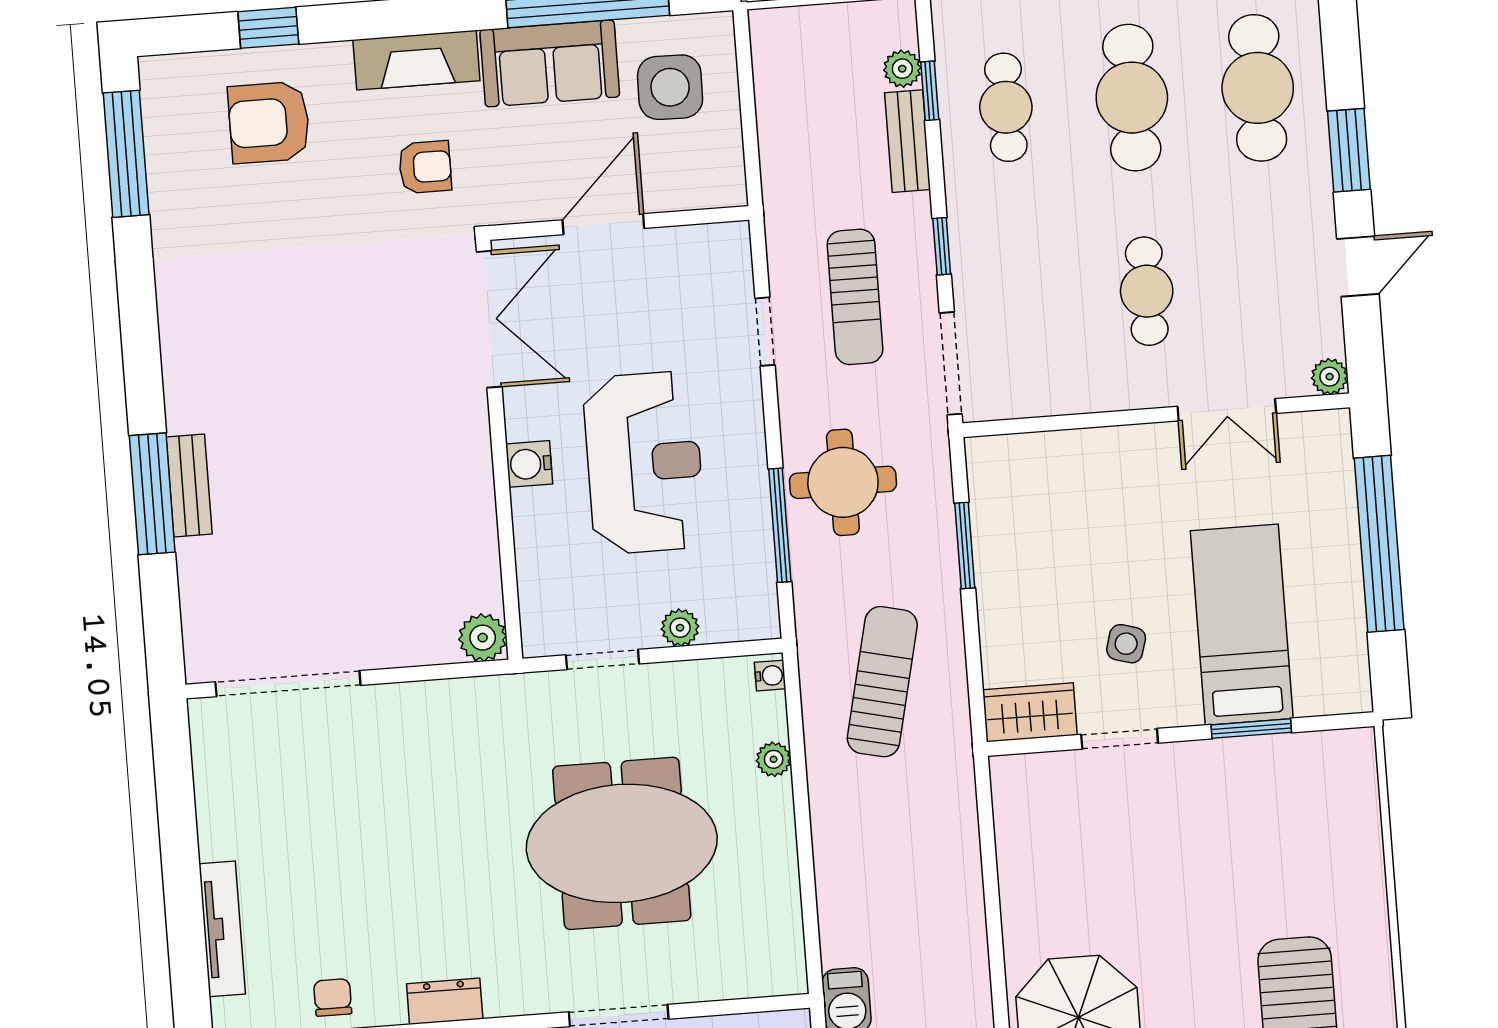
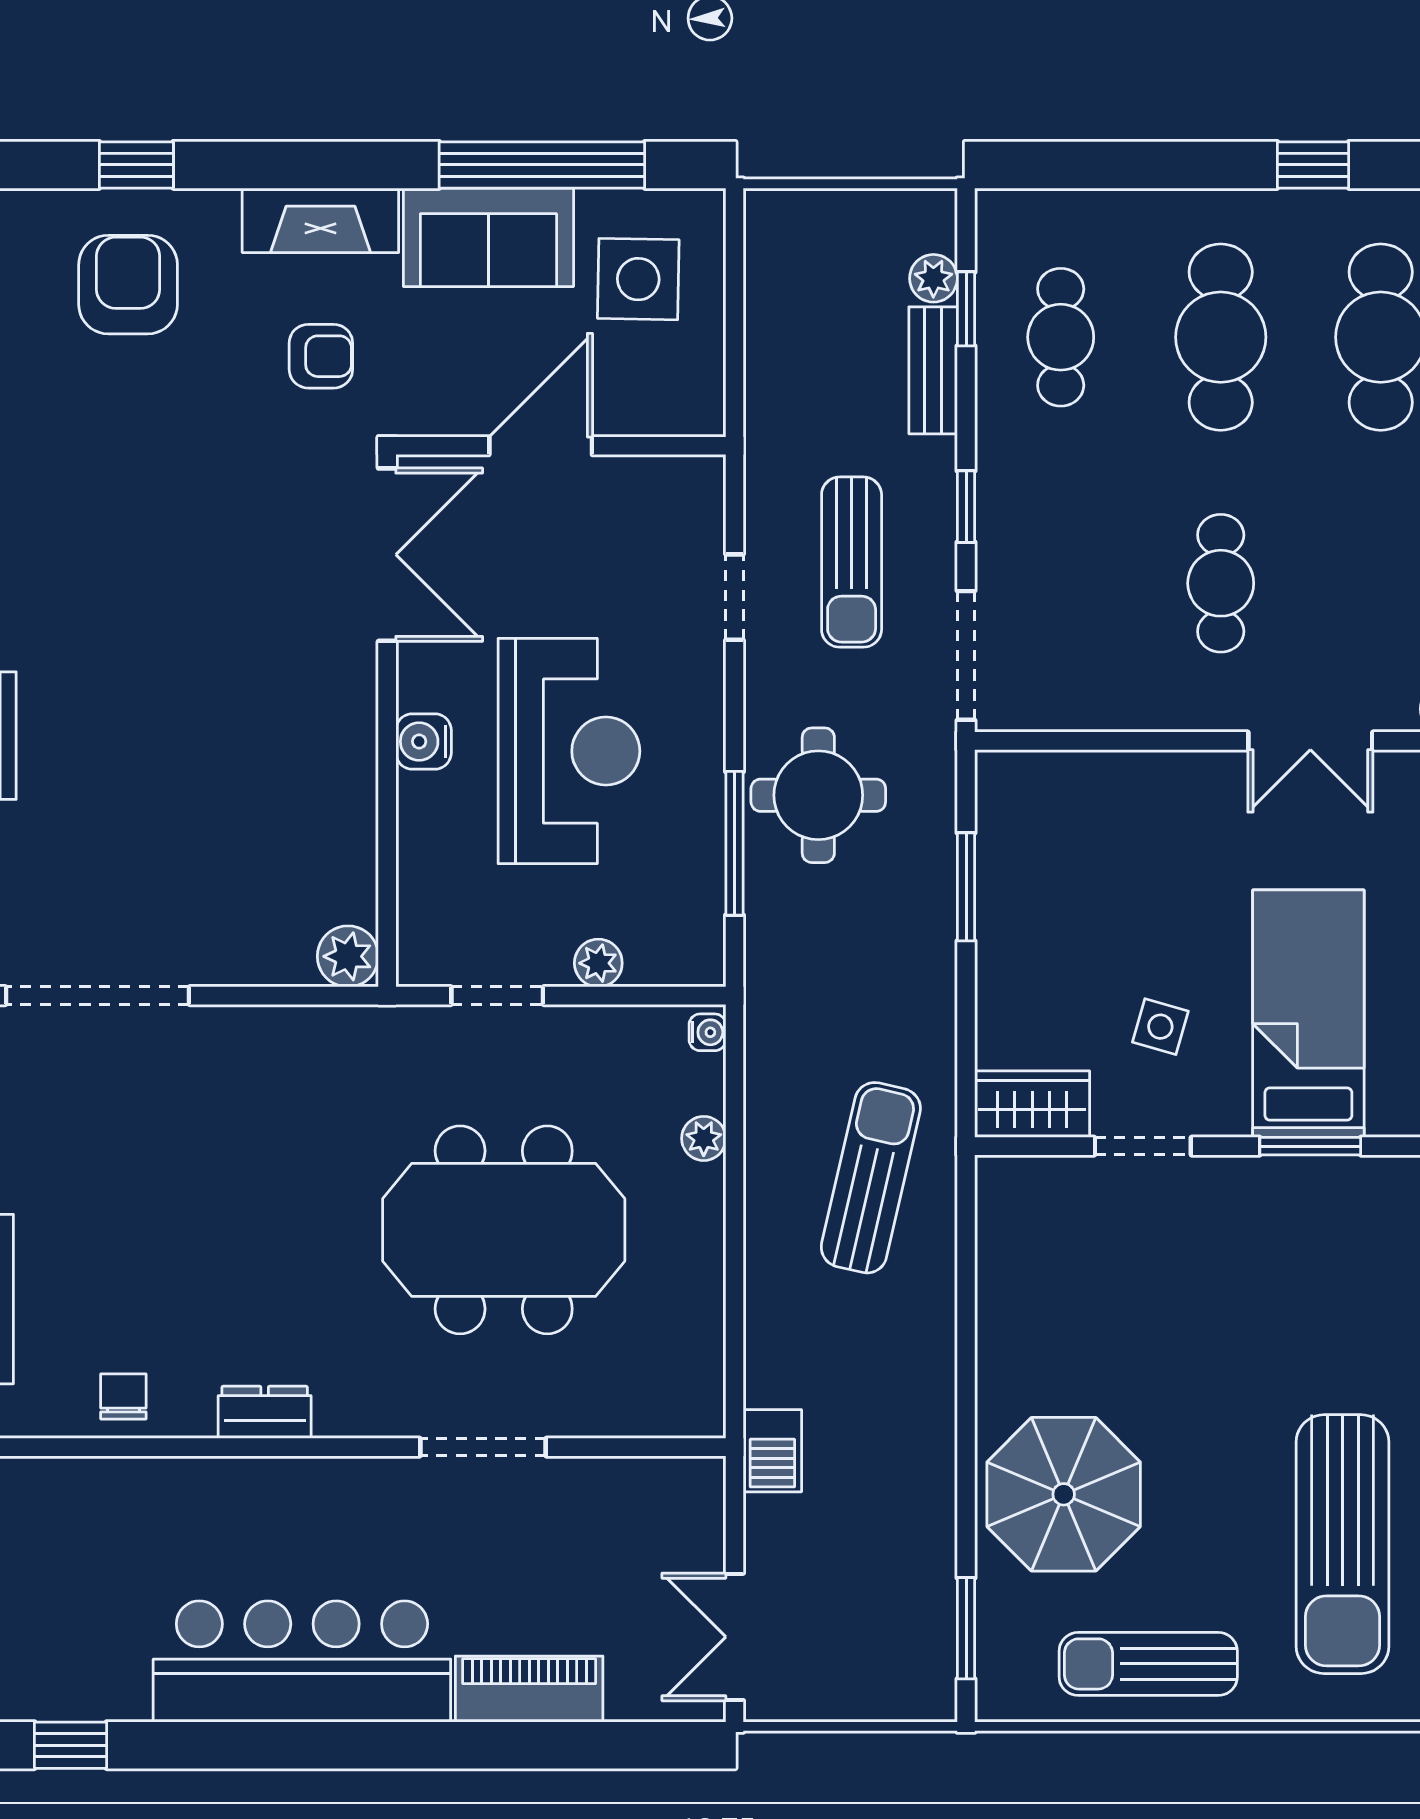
armchair: (269, 122) -> (128, 285), turned 90
sun lounger: (882, 682) -> (871, 1178), moved

